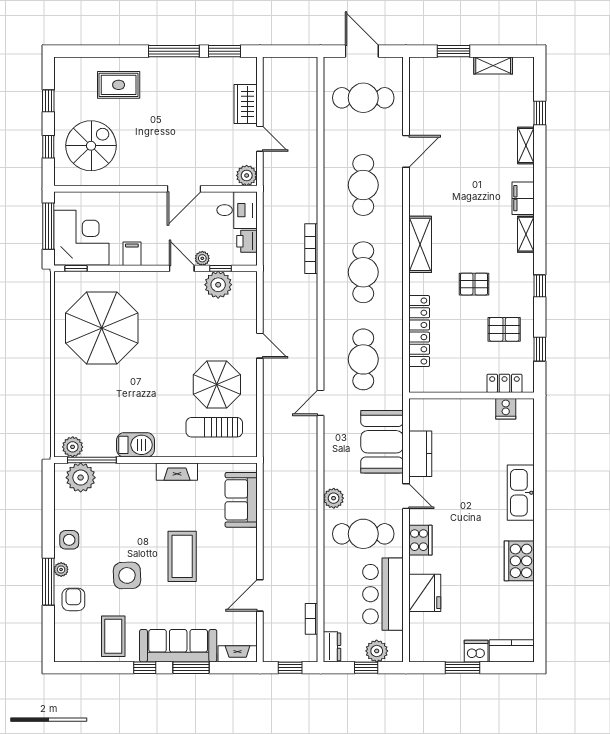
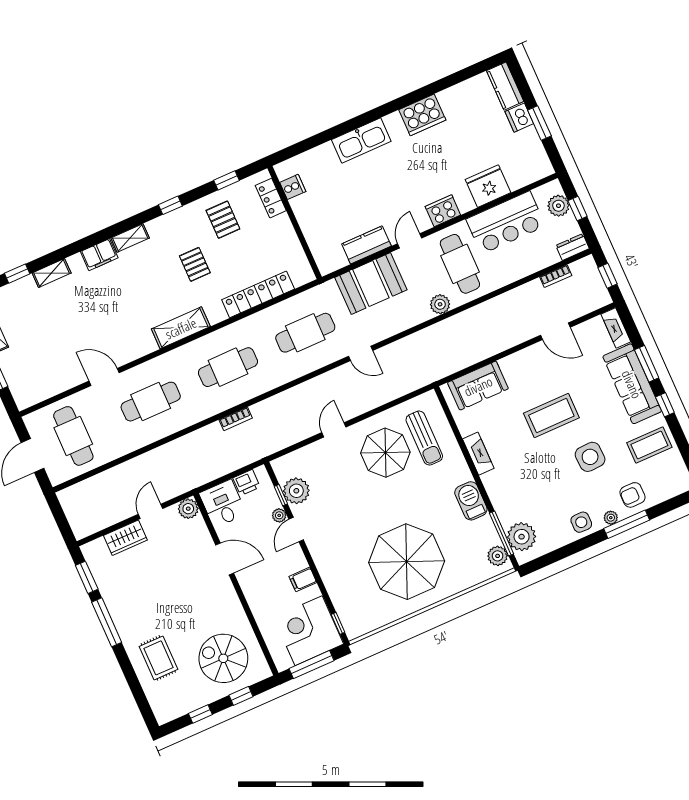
bookcase: (311, 249) -> (236, 419), width x0.64
parasol: (102, 328) -> (407, 562), moved

